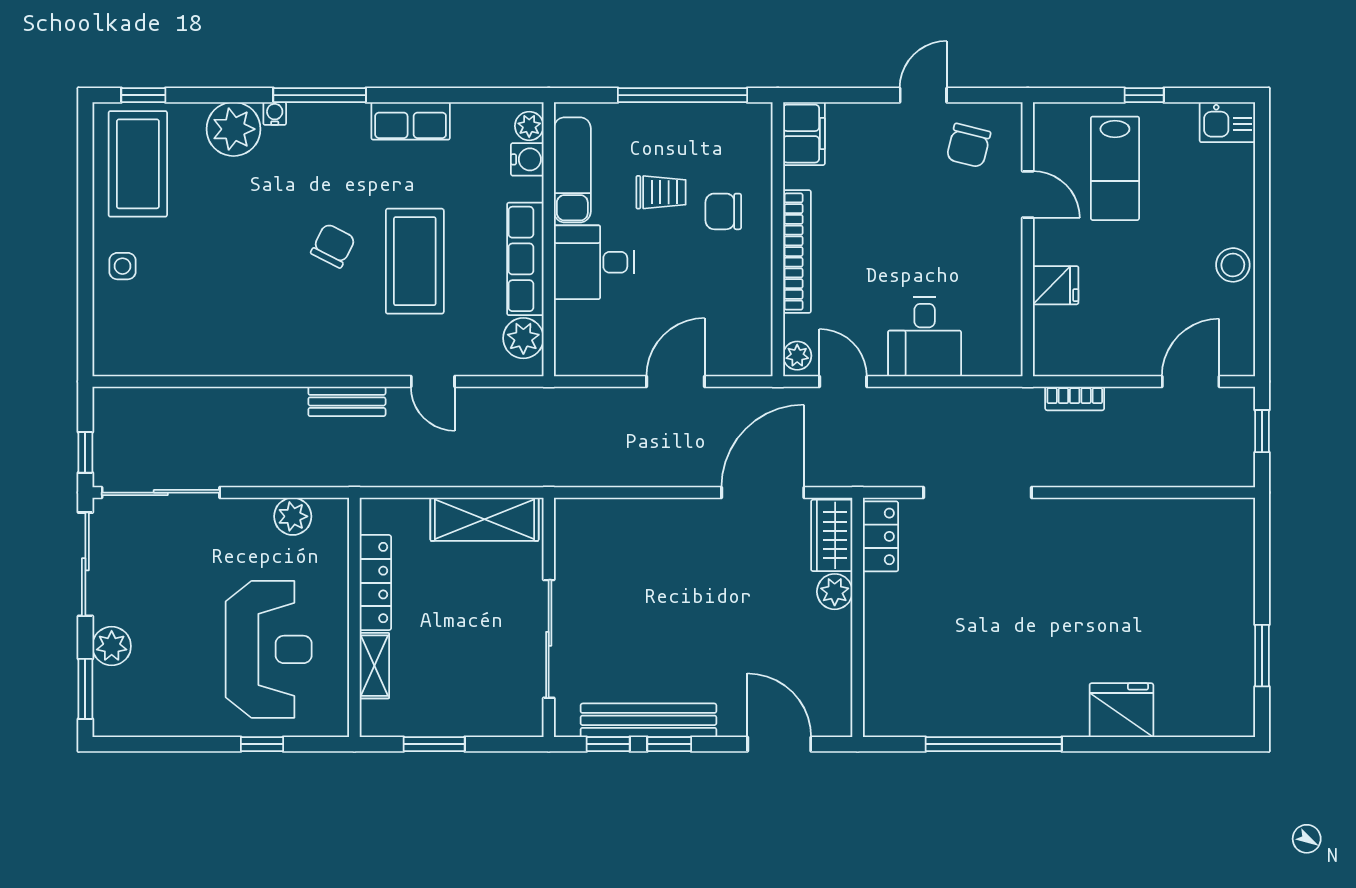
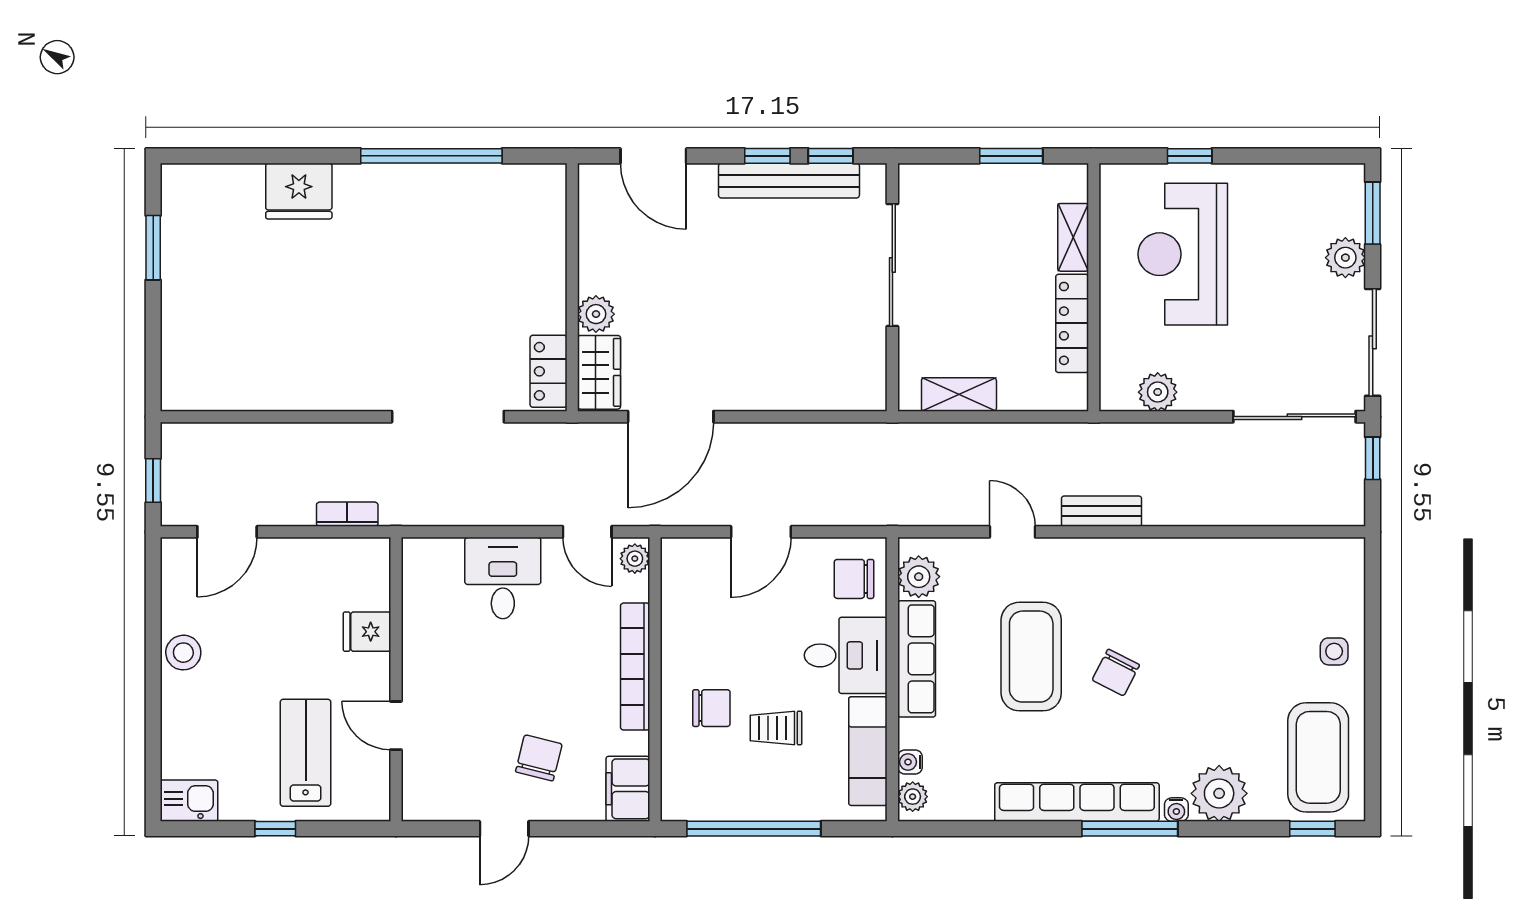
row of seats: (411, 121) -> (1077, 802), width x2.02
chair: (968, 145) -> (539, 758), moved
water cooler: (527, 159) -> (910, 762), width x0.72, depth x0.72
chair: (586, 336) -> (854, 579), added
shelving: (484, 519) -> (959, 395), width x0.67, depth x0.75

